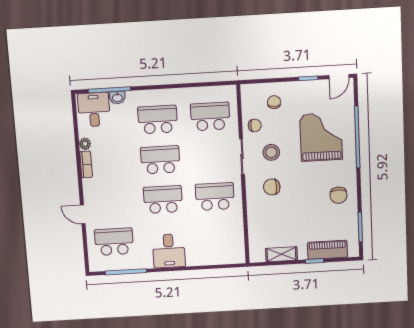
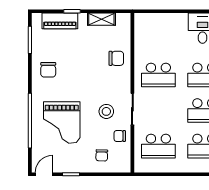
chair: (272, 187) -> (116, 58), moved
chair: (338, 195) -> (48, 70), turned 180

